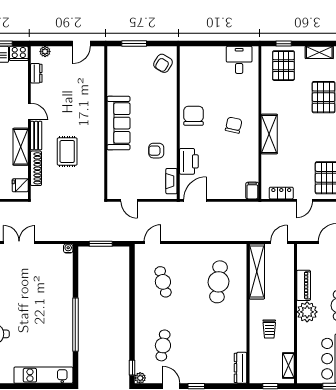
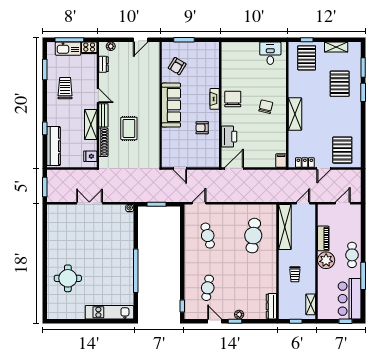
armchair: (163, 63) -> (177, 66), moved
fireplace: (171, 181) -> (215, 99), moved
plant: (140, 378) -> (239, 315), moved

